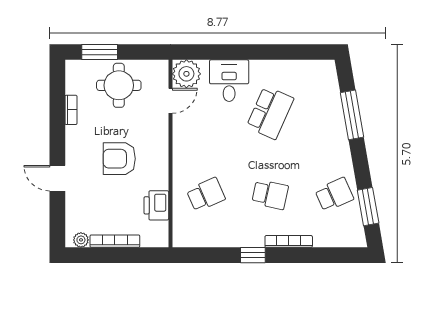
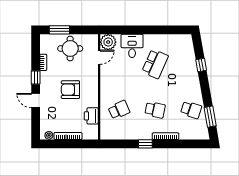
window: (352, 115) -> (201, 65), width x0.46
window: (57, 137) -> (36, 78), added
school desk: (334, 195) -> (191, 110), turned 42

